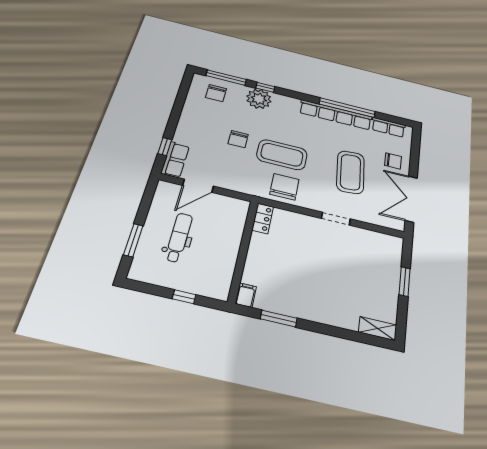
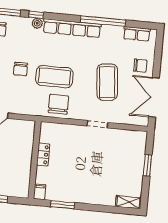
plant: (259, 99) -> (37, 23), width x0.53, depth x0.53
row of seats: (336, 115) -> (72, 28), moved
locker: (263, 218) -> (43, 155), moved

